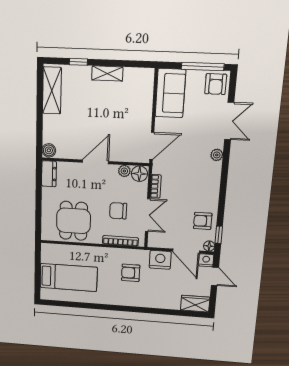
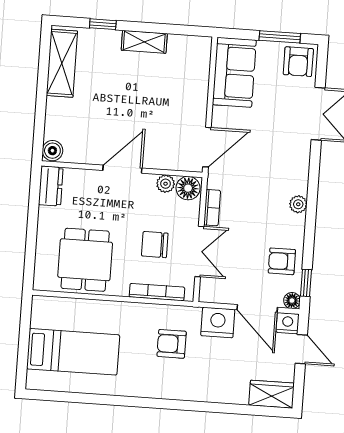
window: (203, 66) -> (280, 37), width x0.69
plant: (217, 155) -> (298, 204), moved

